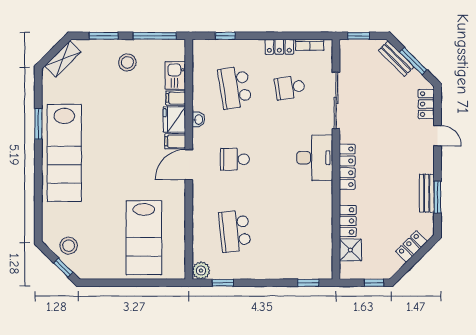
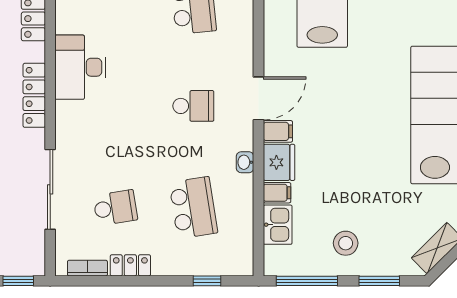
desk: (315, 158) -> (80, 67), moved

